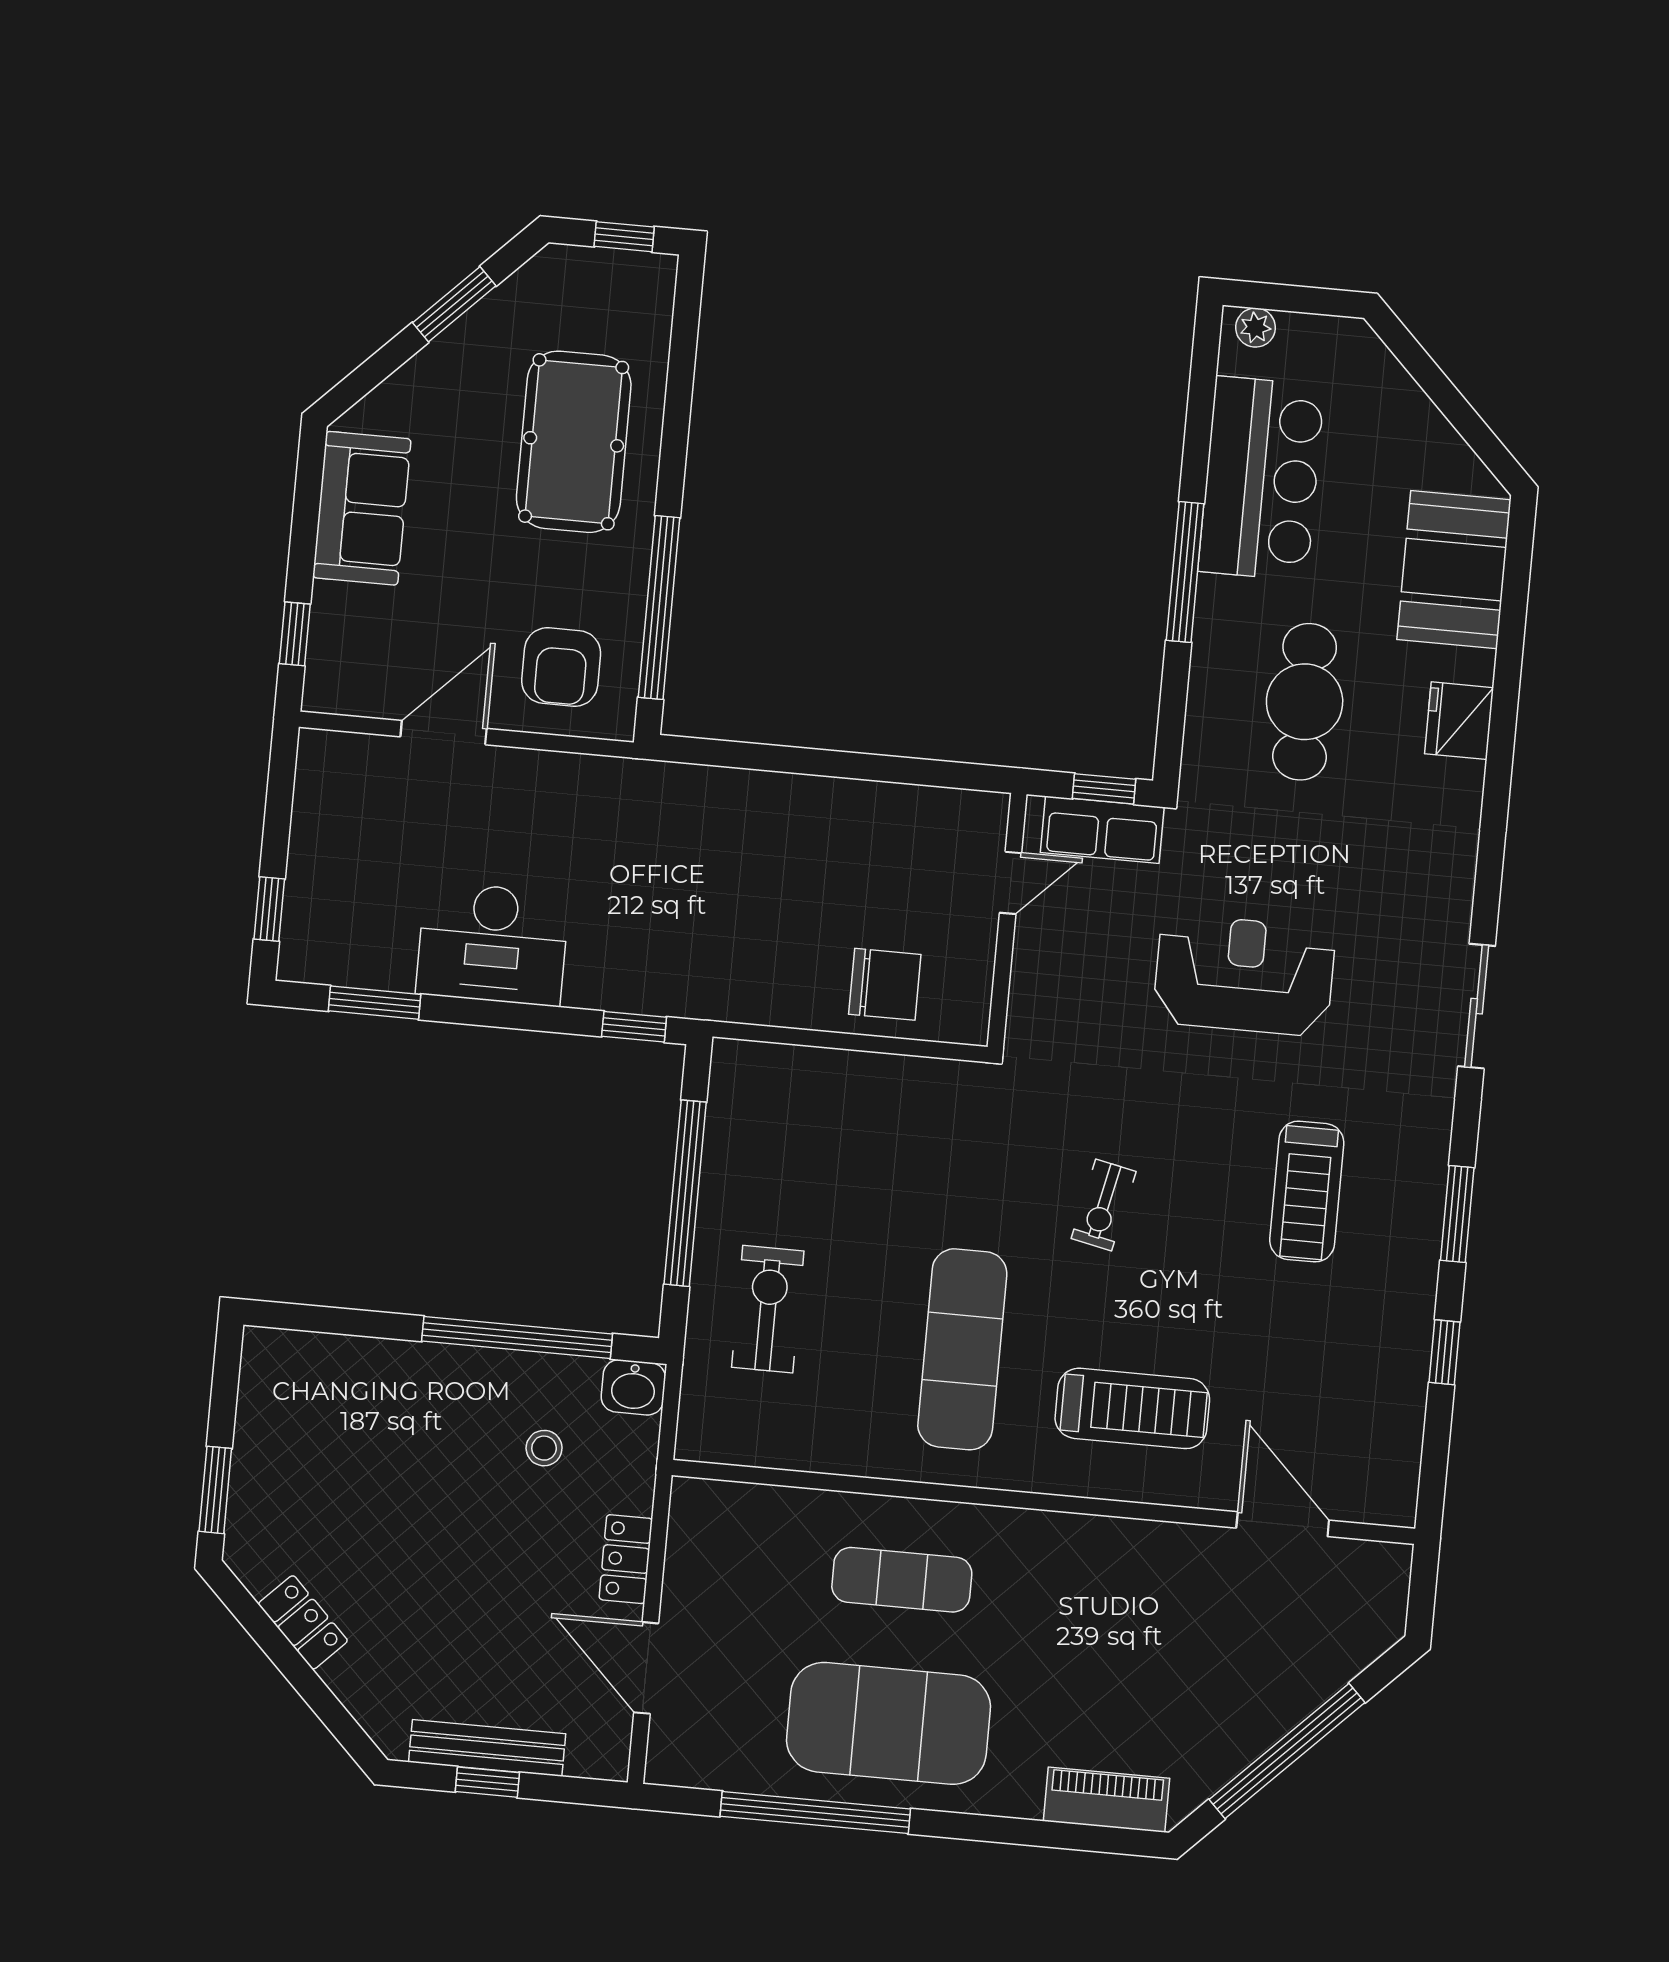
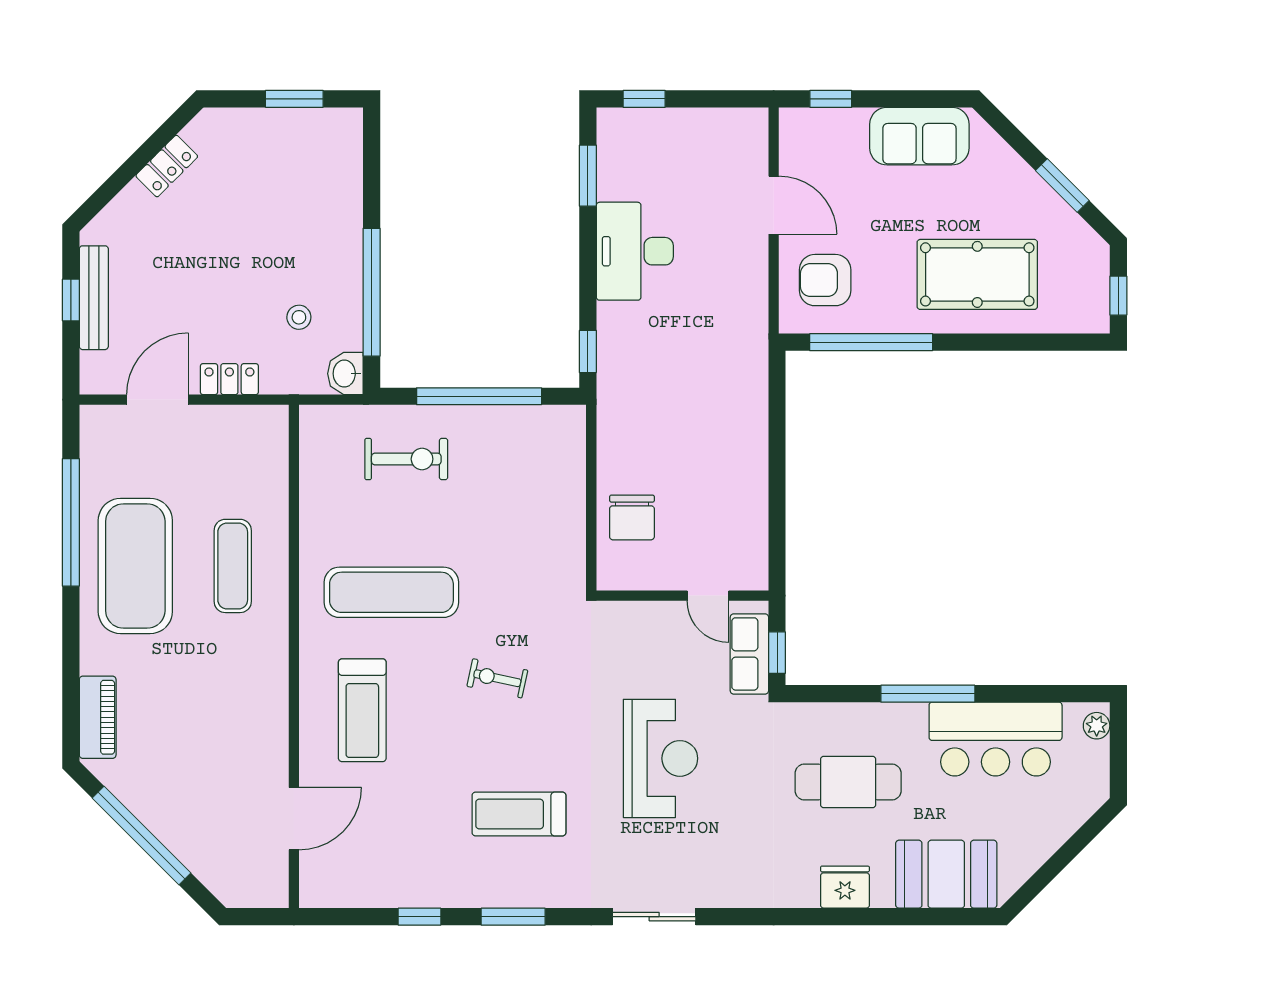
window: (215, 1490) -> (294, 99), moved

